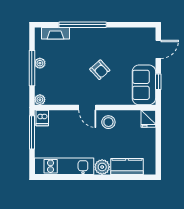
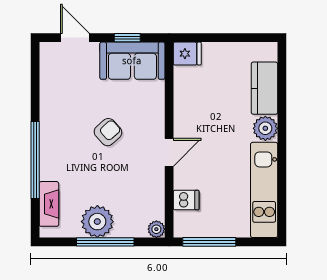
plant: (40, 63) -> (97, 222), width x1.87, depth x1.87
dishwasher: (42, 118) -> (186, 200), moved
stool: (108, 122) -> (193, 118), removed

